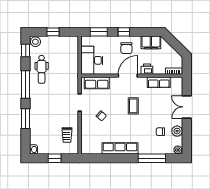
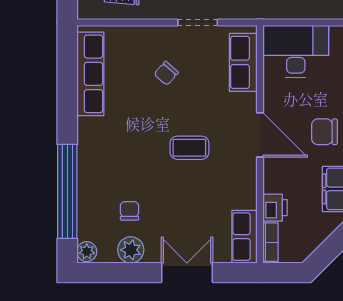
printer: (147, 69) -> (275, 208), moved
row of seats: (159, 82) -> (245, 237), moved
row of seats: (120, 148) -> (90, 74), moved
window: (152, 158) -> (67, 191), width x1.46

